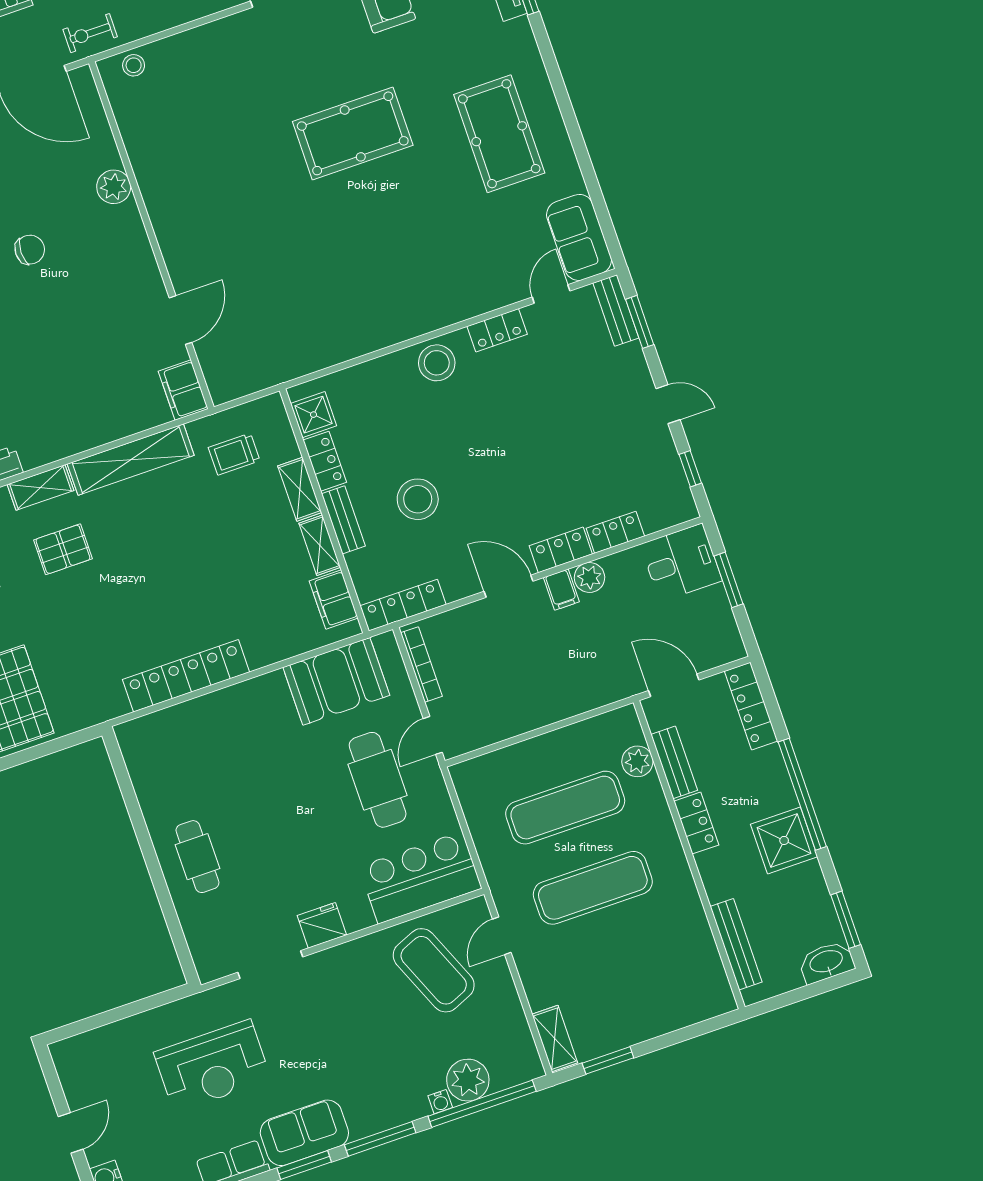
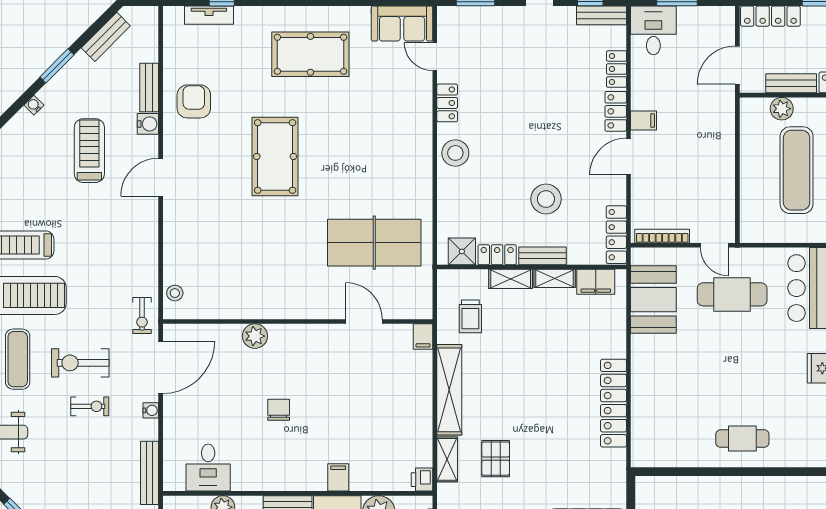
table tennis table: (286, 298) -> (374, 243), added
bench: (616, 310) -> (602, 15), moved
filing cabinet: (183, 390) -> (423, 336), width x0.50
plant: (589, 577) -> (642, 98), removed

